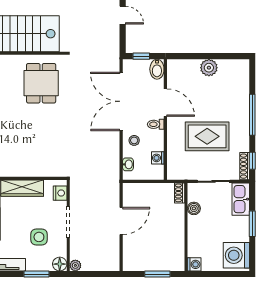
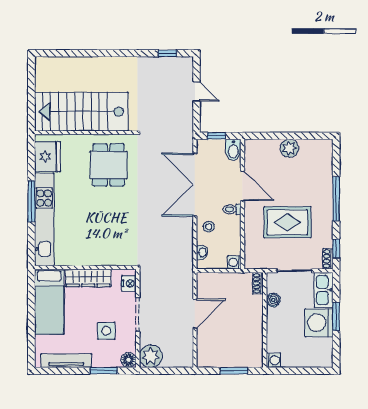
washing machine: (158, 158) -> (234, 262), moved
shoe rack: (245, 166) -> (328, 259), width x0.70
washing machine: (236, 255) -> (319, 323), moved
plant: (75, 265) -> (151, 356), width x1.88, depth x1.88

